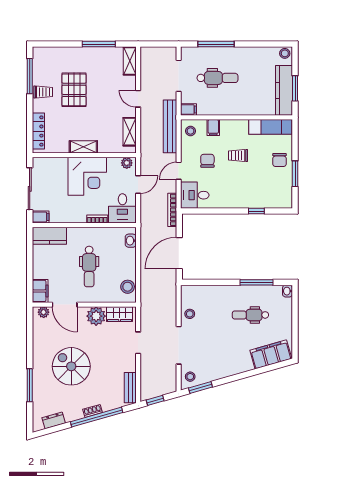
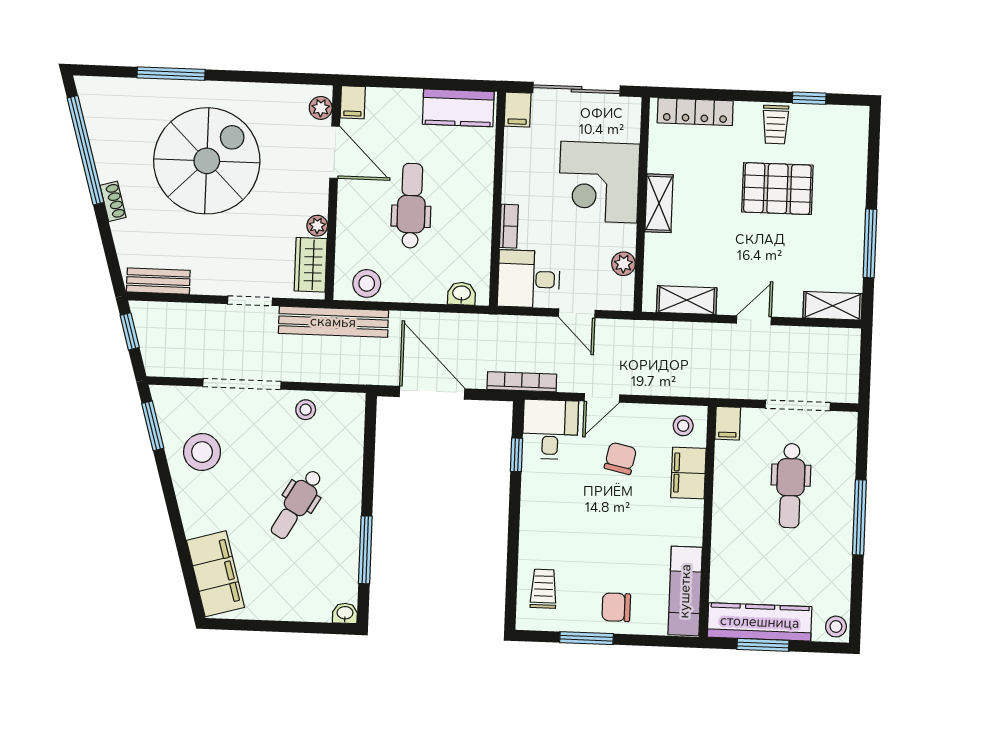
window: (216, 44) -> (859, 517), moved
window: (30, 76) -> (809, 98), width x0.46
bench: (170, 126) -> (333, 322), moved
filing cabinet: (213, 128) -> (688, 473), width x2.00
trolley: (238, 156) -> (543, 589), moved
chair: (207, 161) -> (620, 458), turned -78
plant: (127, 163) -> (623, 264), moved
door: (179, 171) -> (602, 398), swing flipped
corner desk: (87, 176) -> (599, 182), moved
window: (256, 211) -> (517, 455), moved
kitchen counter: (49, 236) -> (458, 108), moved, turned -90
dental chair: (89, 267) -> (411, 206), turned 90
filing cabinet: (40, 291) -> (353, 102), width x0.50
door: (65, 305) -> (335, 152), swing flipped
dental chair: (250, 315) -> (297, 504), moved, turned -150
plant: (96, 316) -> (317, 226), width x0.53, depth x0.53
spiral stairs: (71, 366) -> (207, 161), width x1.37, depth x1.37
stool: (190, 377) -> (202, 452), moved, width x1.89, depth x1.89
window: (97, 417) -> (86, 150), moved
dresser: (54, 420) -> (97, 120), removed

